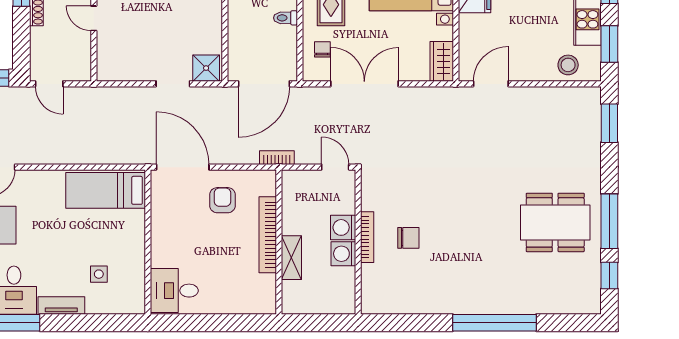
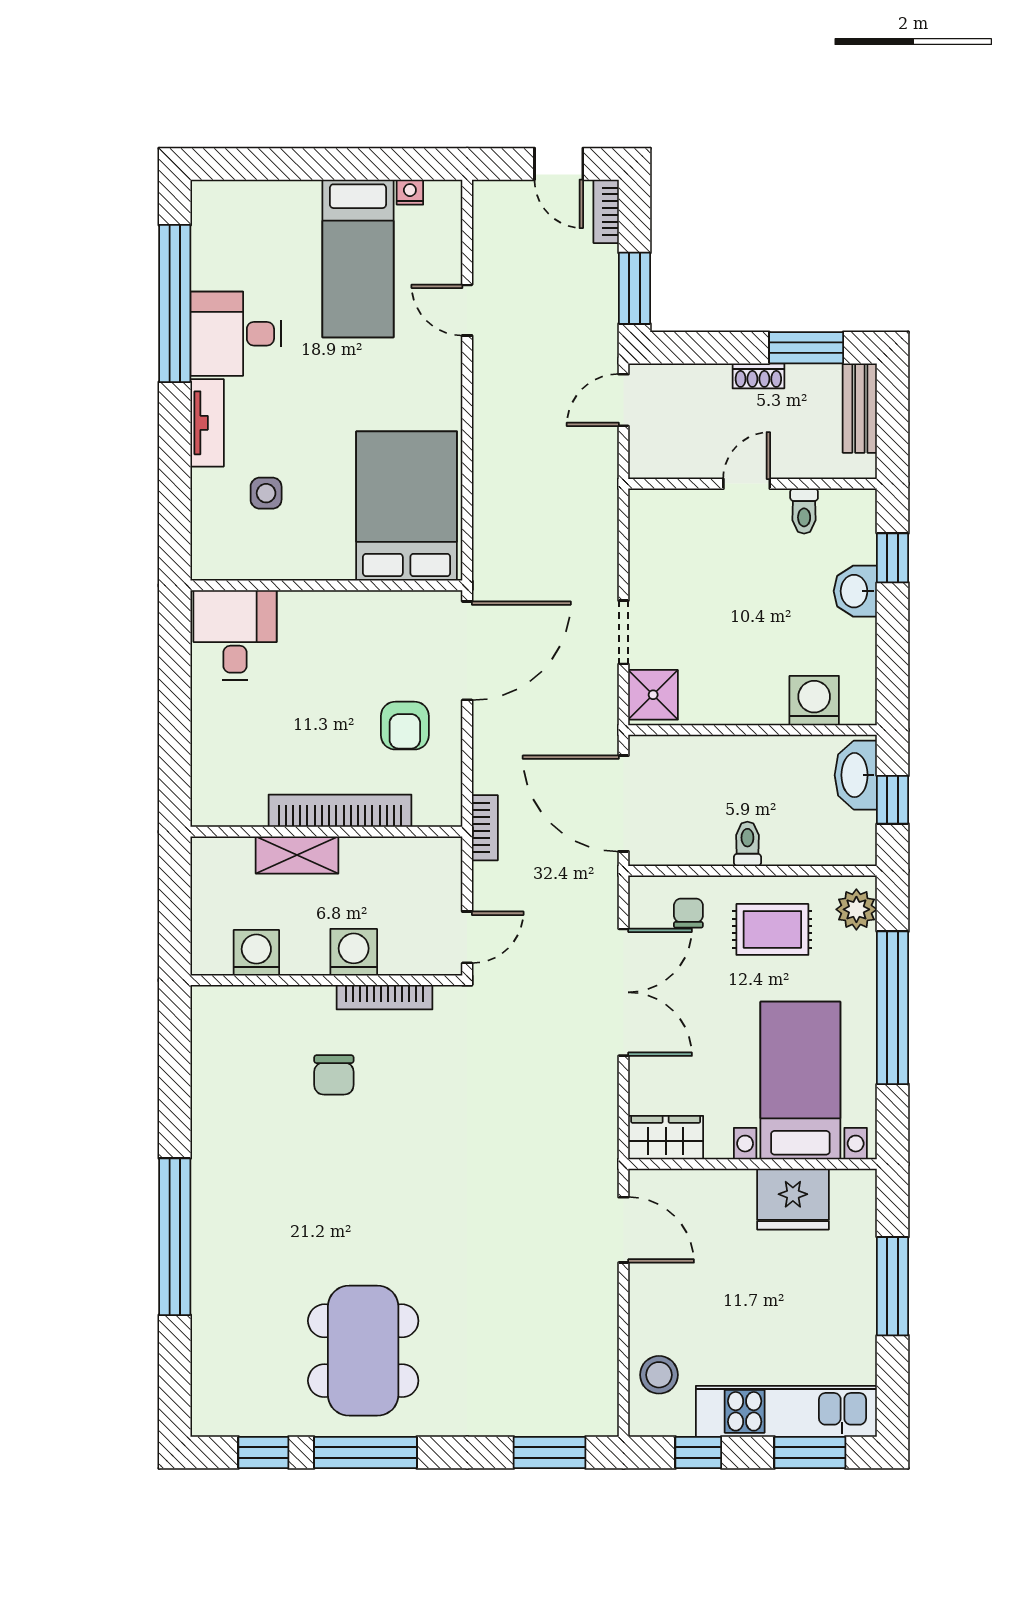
window: (609, 44) -> (698, 1452), width x0.67
chair: (322, 49) -> (688, 913), turned -90
bed: (106, 190) -> (407, 506), width x1.50
armchair: (222, 200) -> (405, 726), turned 90
bookcase: (367, 237) -> (385, 997), moved
washing machine: (343, 254) -> (256, 953), moved

